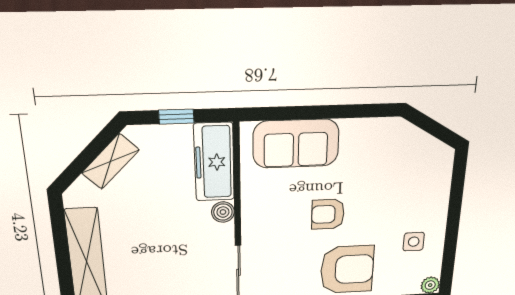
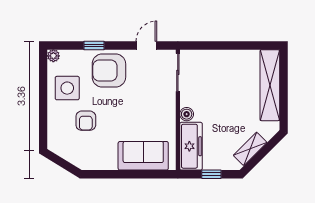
armchair: (328, 214) -> (86, 121), moved, turned 90
side table: (414, 242) -> (67, 88), width x1.87, depth x1.87

